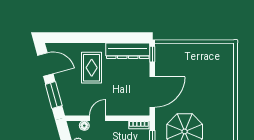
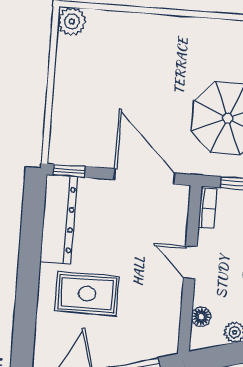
plant: (227, 50) -> (72, 21), added
door: (98, 118) -> (190, 262), moved

